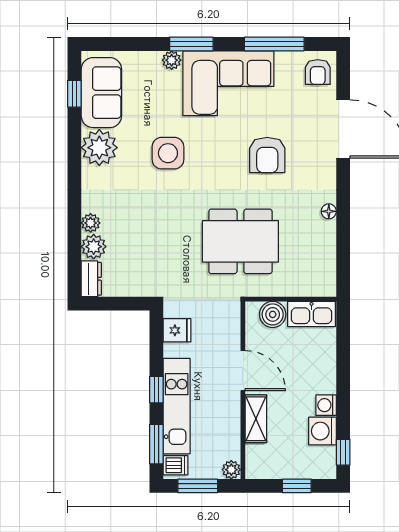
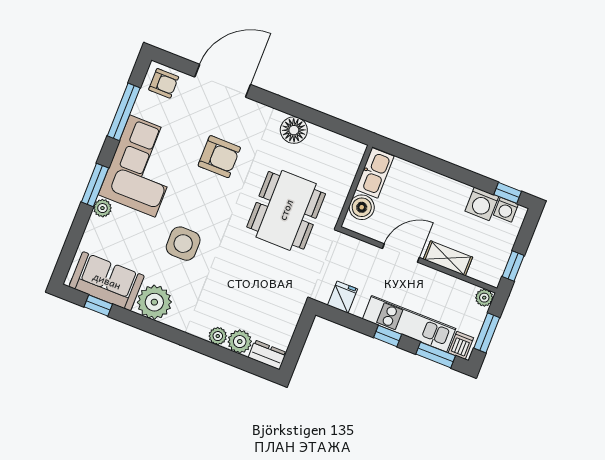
floor lamp: (329, 211) -> (294, 130), width x1.89, depth x1.89
washing machine: (326, 405) -> (506, 210), moved
window: (297, 486) -> (513, 266), moved

